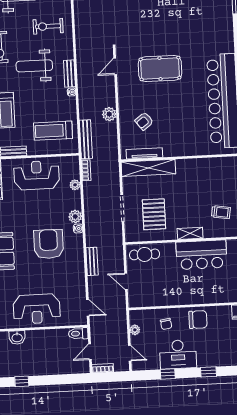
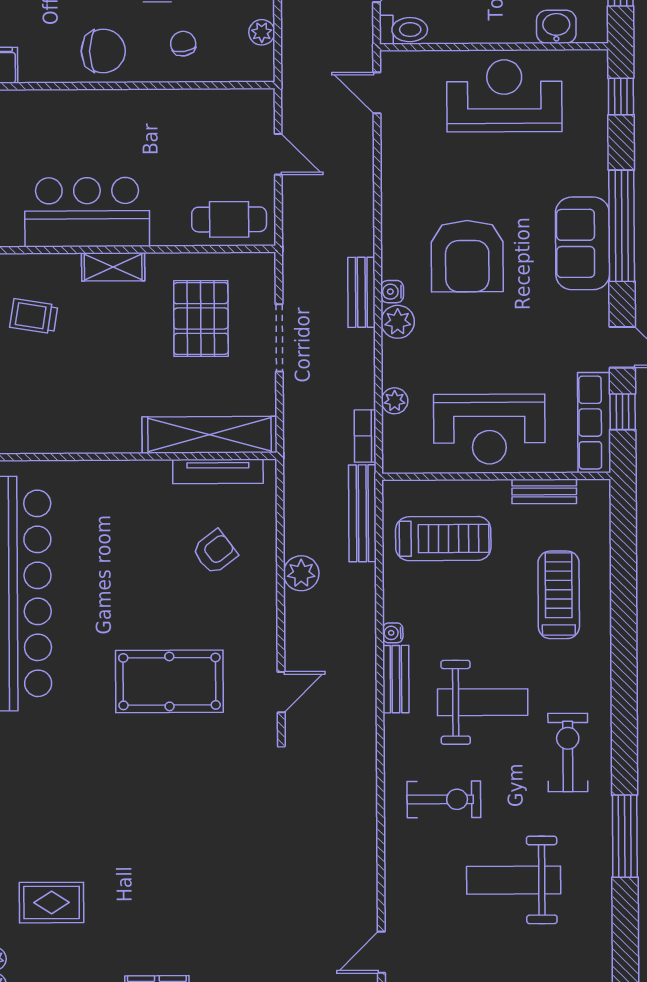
bench: (92, 261) -> (361, 292), moved
chair: (198, 320) -> (103, 51), turned 180

